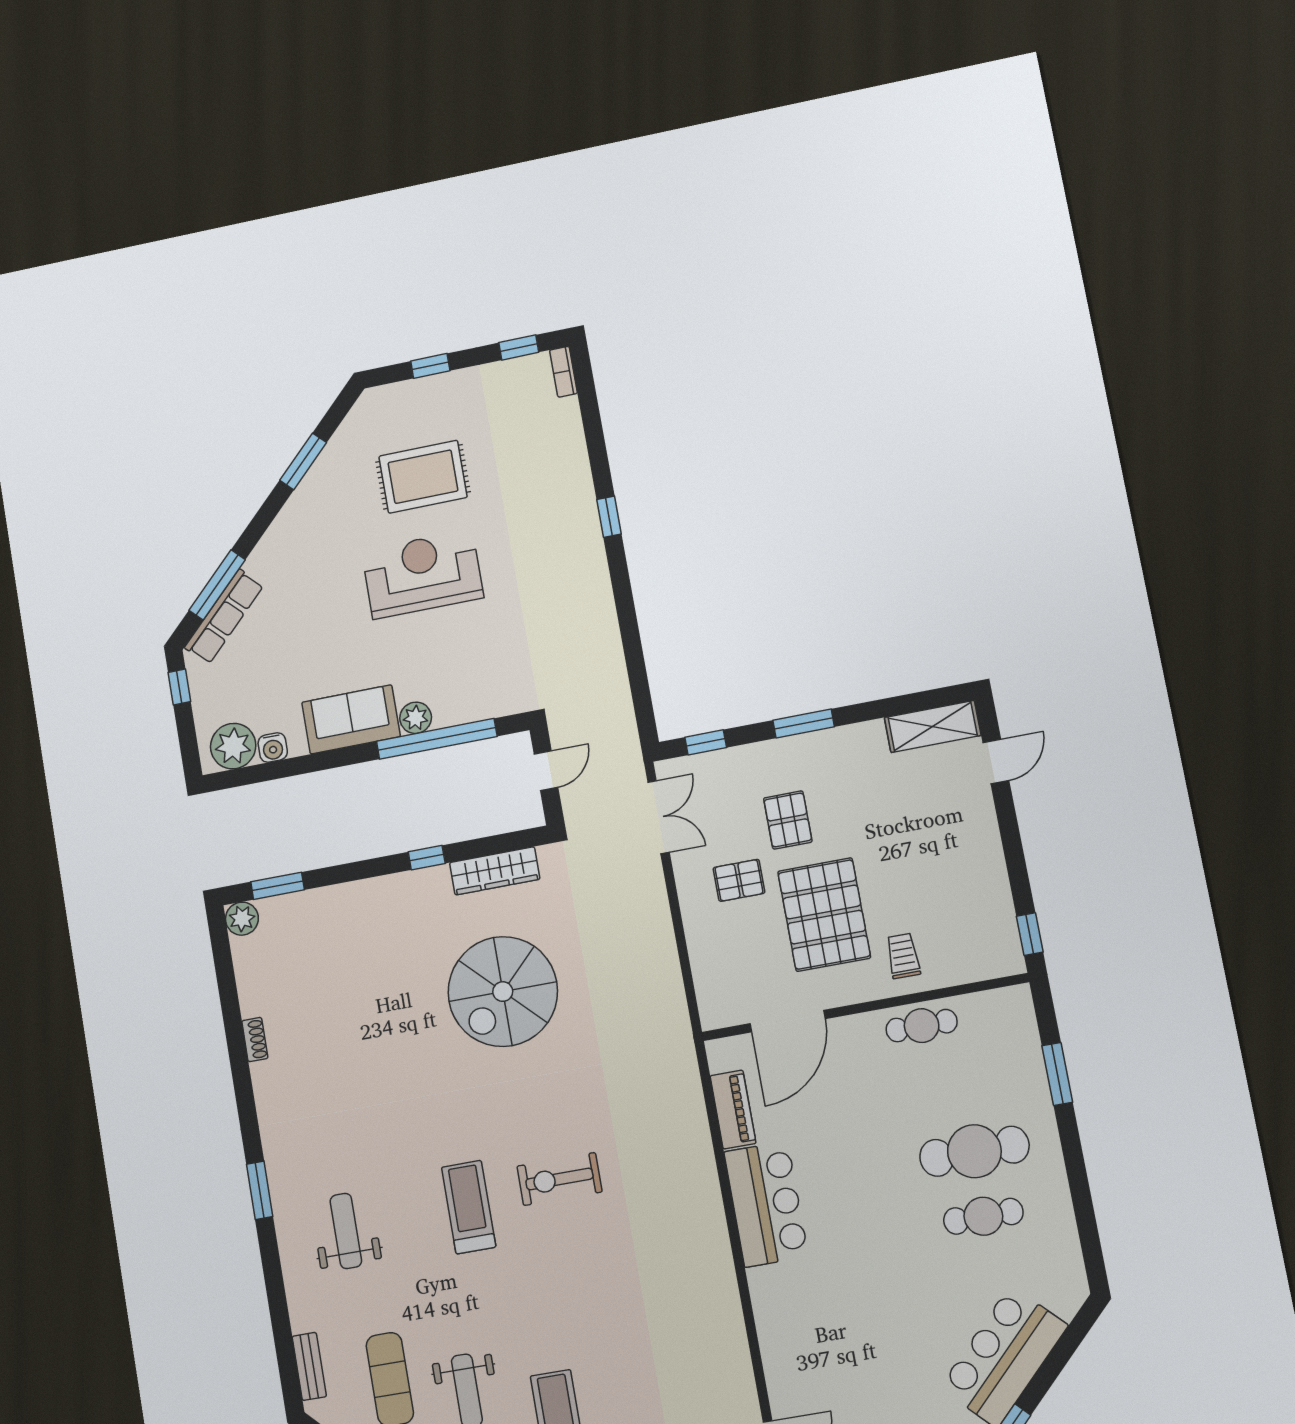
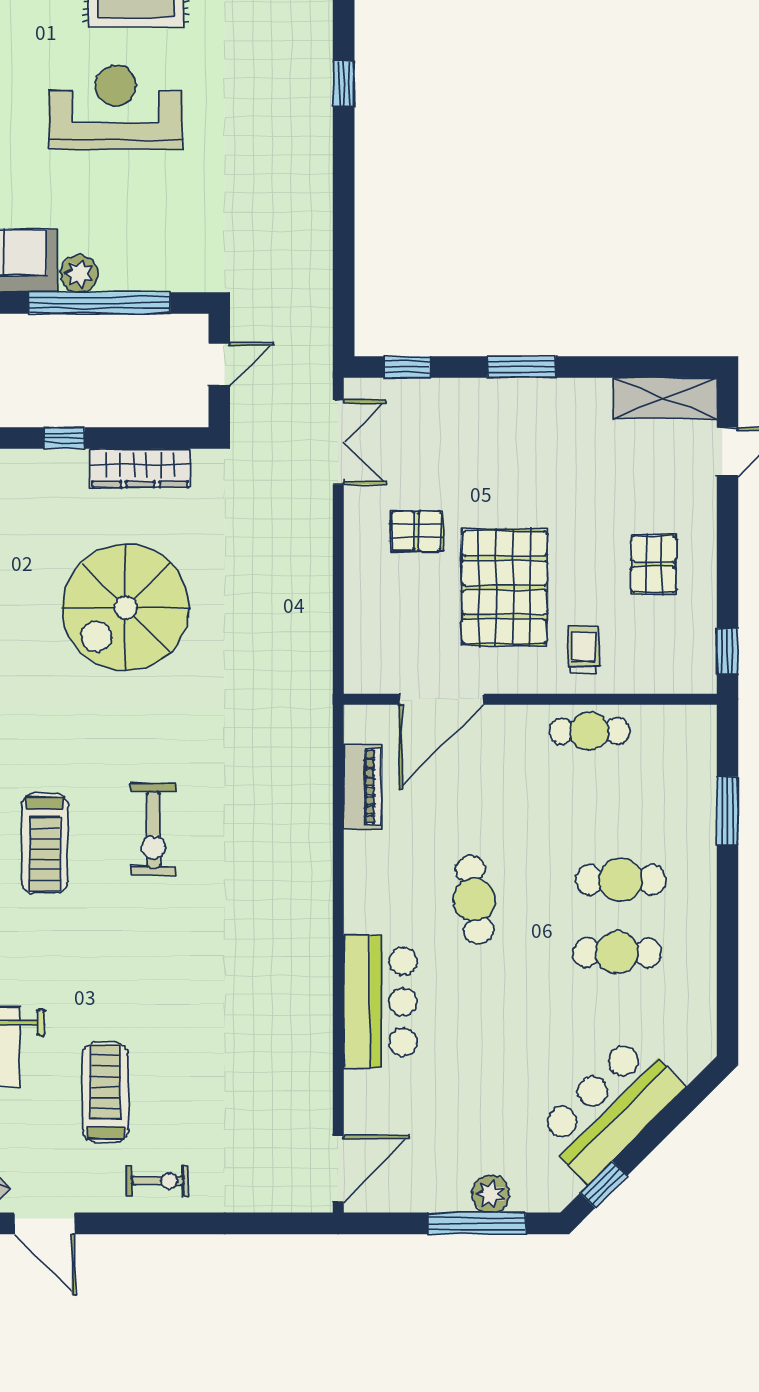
pallet: (788, 820) -> (654, 564), moved
cafe table: (974, 1151) -> (621, 880), width x0.73, depth x0.74
exercise bike: (559, 1179) -> (153, 830), turned -90
cafe table: (849, 1191) -> (474, 900), added
bar counter: (766, 1204) -> (380, 1002), moved
treadmill: (469, 1207) -> (45, 843), turned 180

